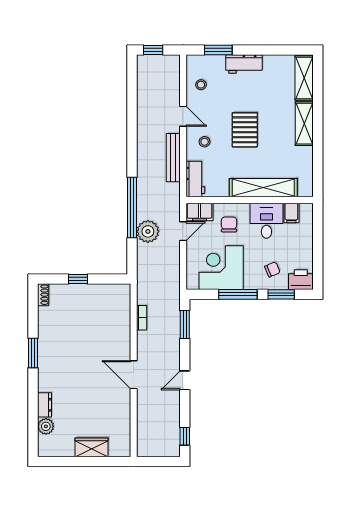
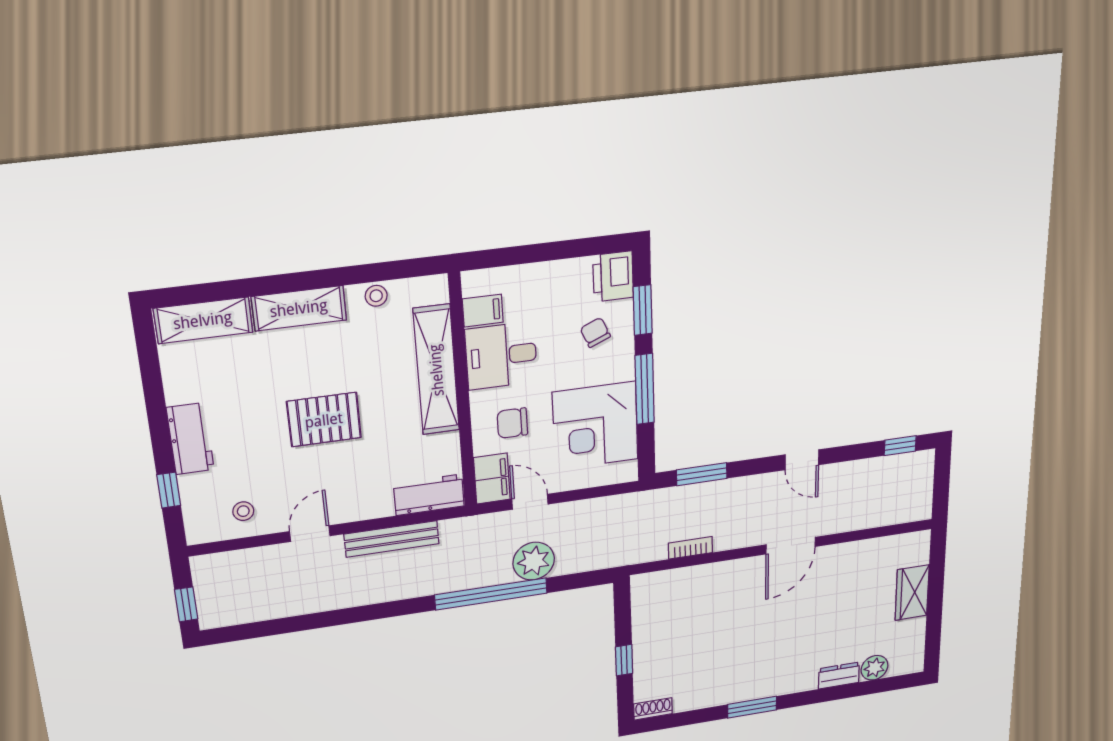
window: (218, 50) -> (169, 490), width x0.67
stool: (205, 142) -> (376, 296), moved

